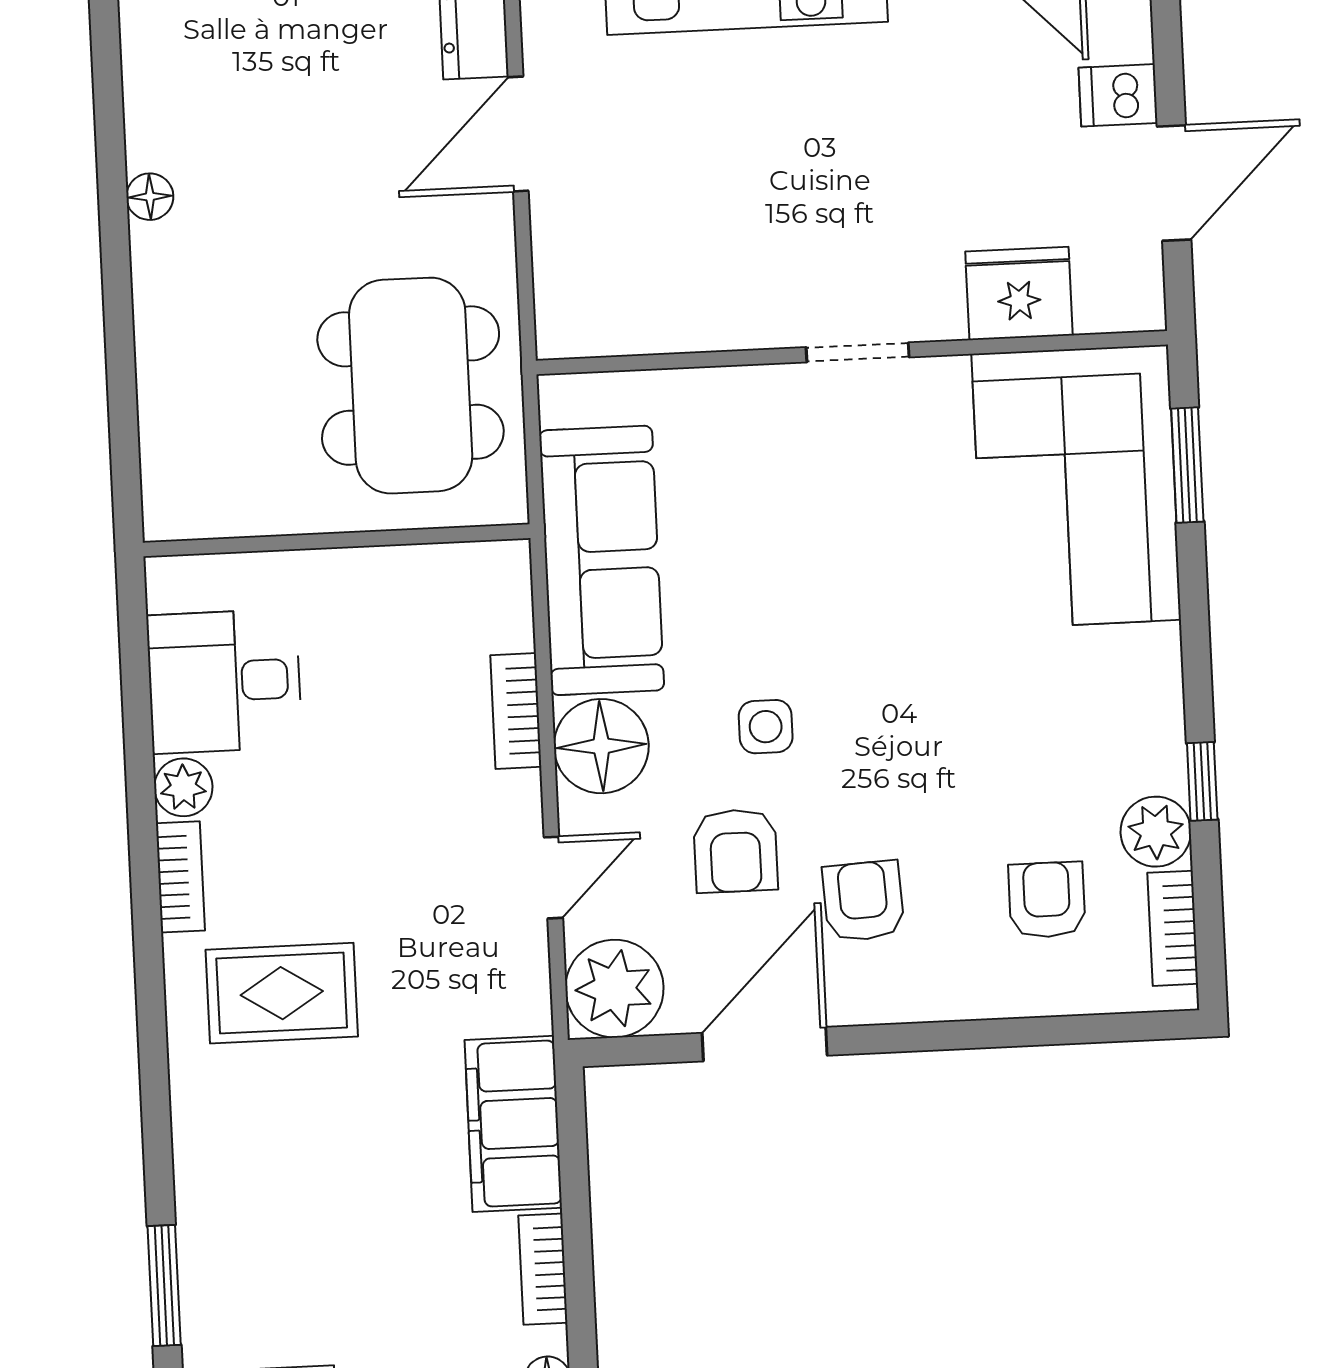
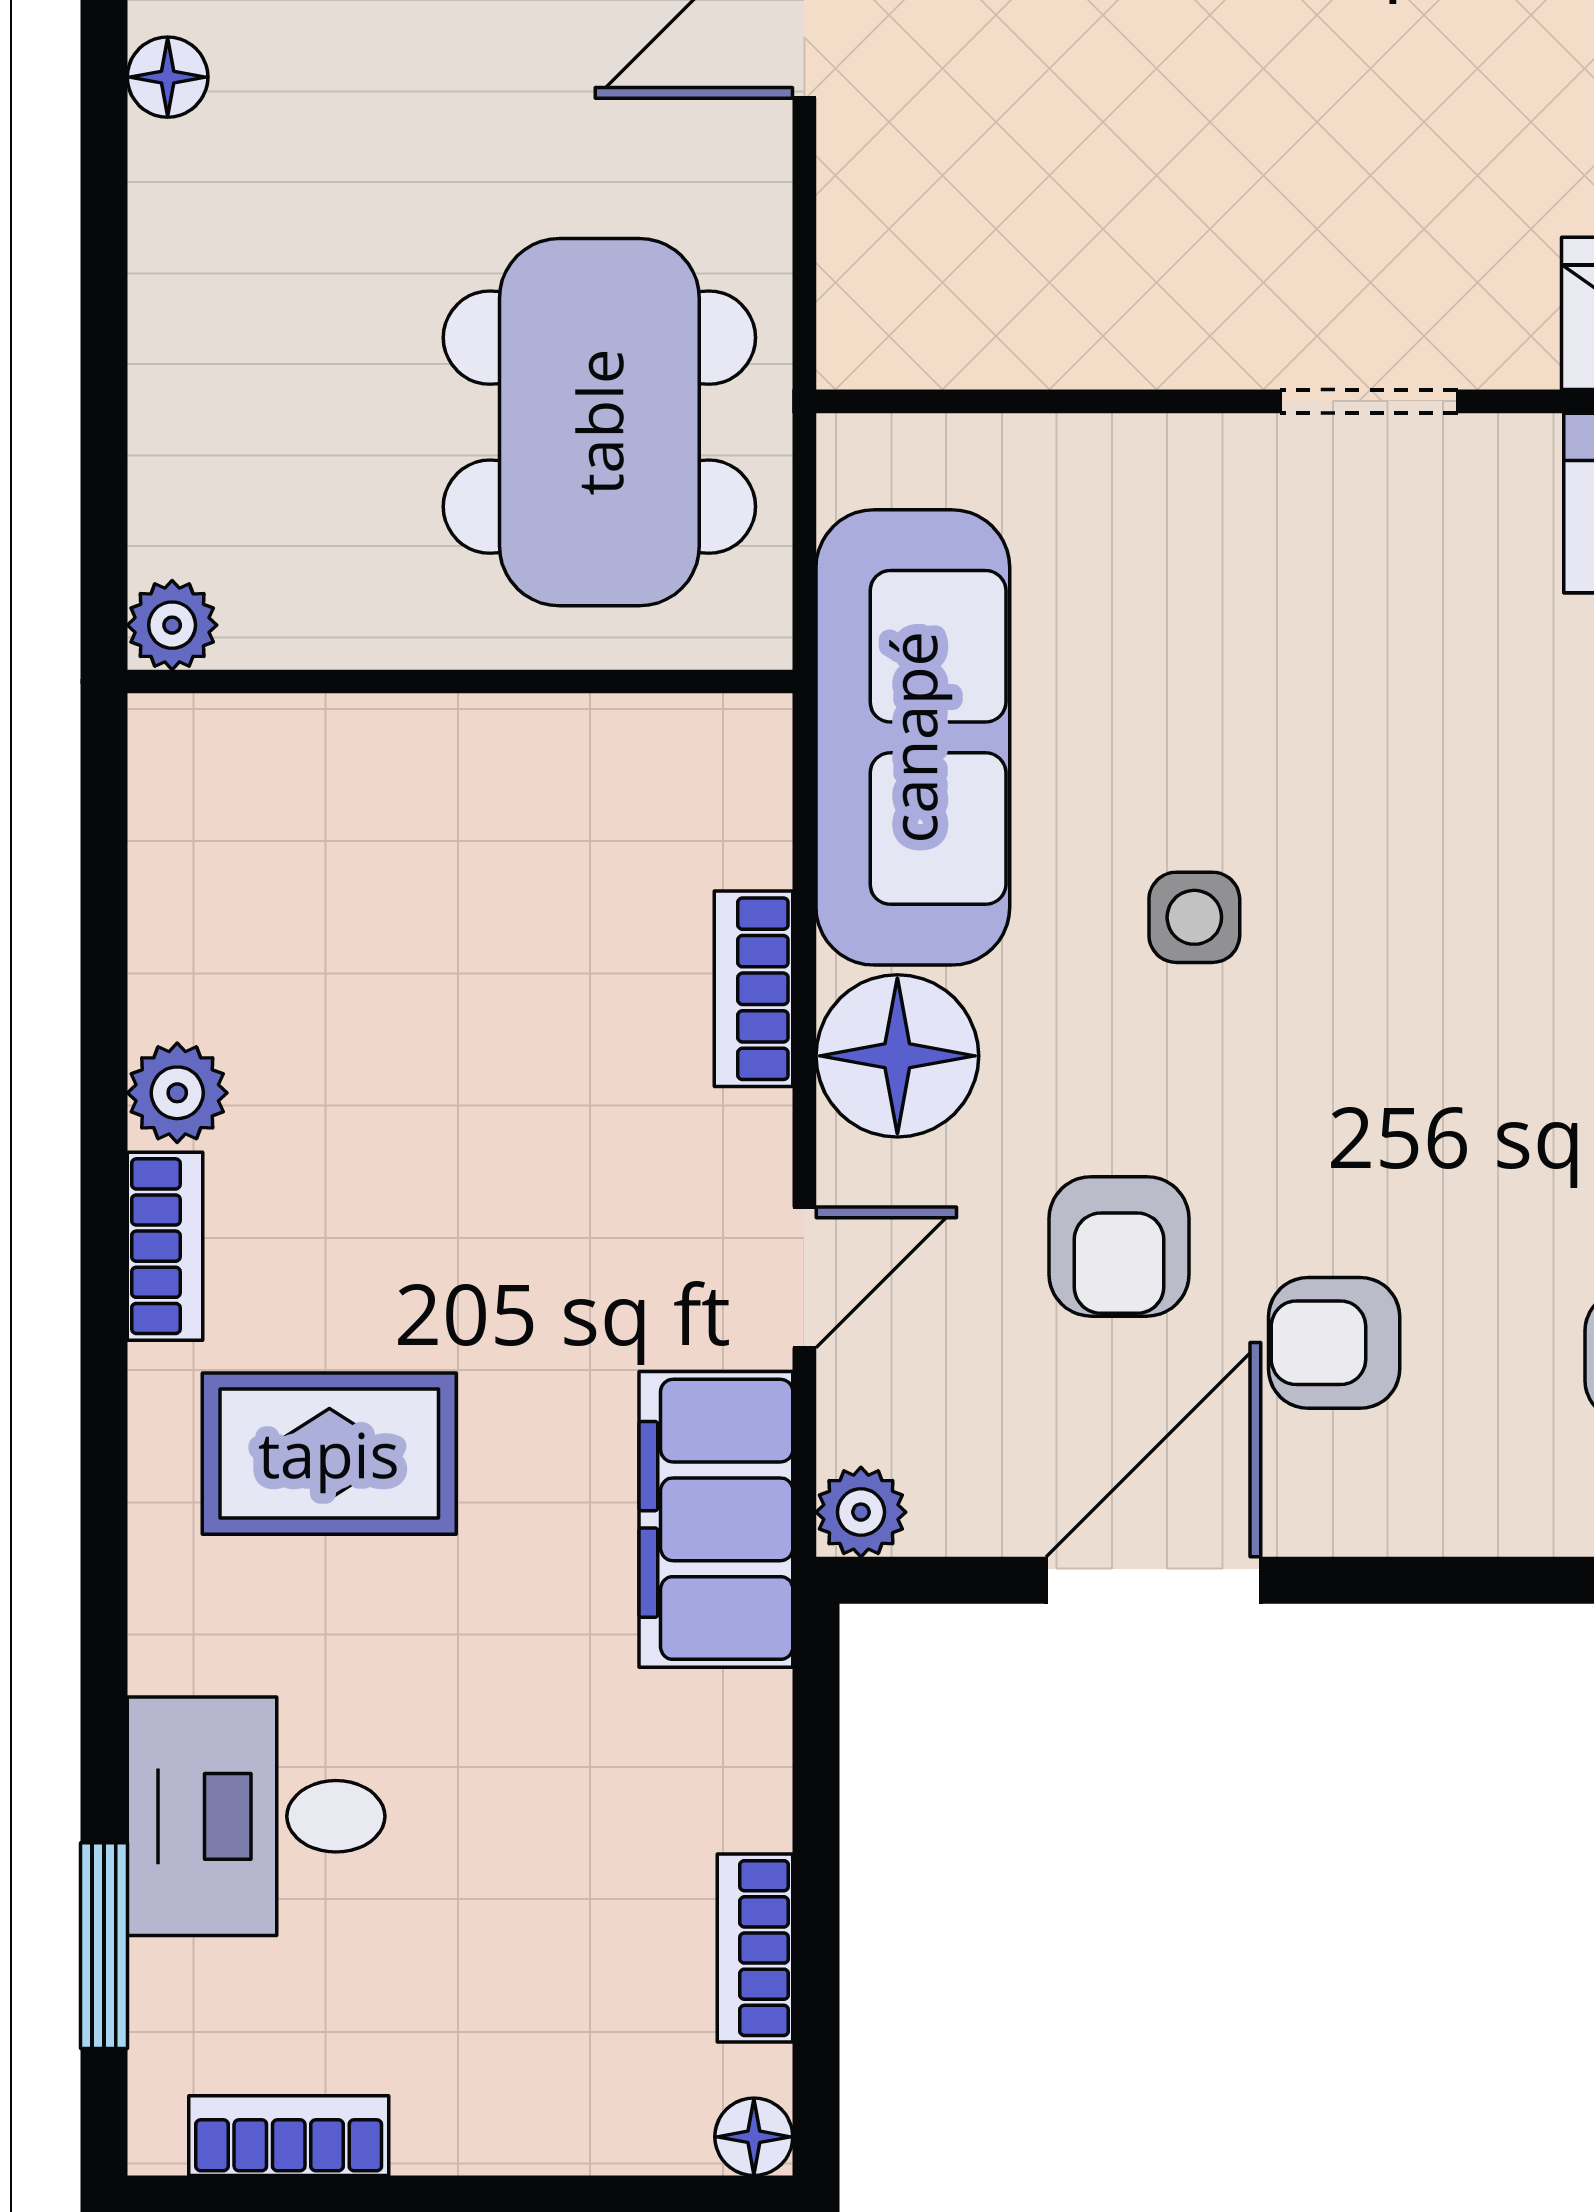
plant: (168, 515) -> (172, 625), added
desk: (224, 681) -> (256, 1816), moved
side table: (766, 727) -> (1194, 917), moved
armchair: (863, 901) -> (1334, 1343), turned -87
plant: (614, 989) -> (861, 1512), width x0.53, depth x0.53
filing cabinet: (513, 1124) -> (716, 1519), moved

